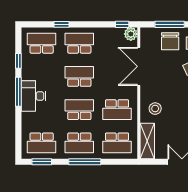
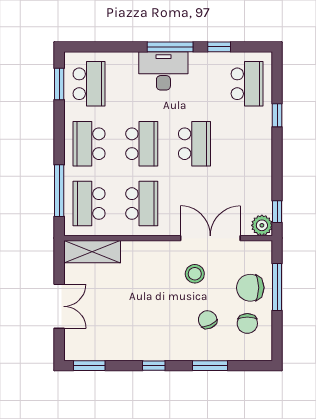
school desk: (79, 43) -> (247, 144), removed
stool: (155, 109) -> (195, 274), moved
school desk: (117, 110) -> (142, 204), turned 180
school desk: (42, 143) -> (89, 84), turned 180
window: (85, 162) -> (59, 191), moved

